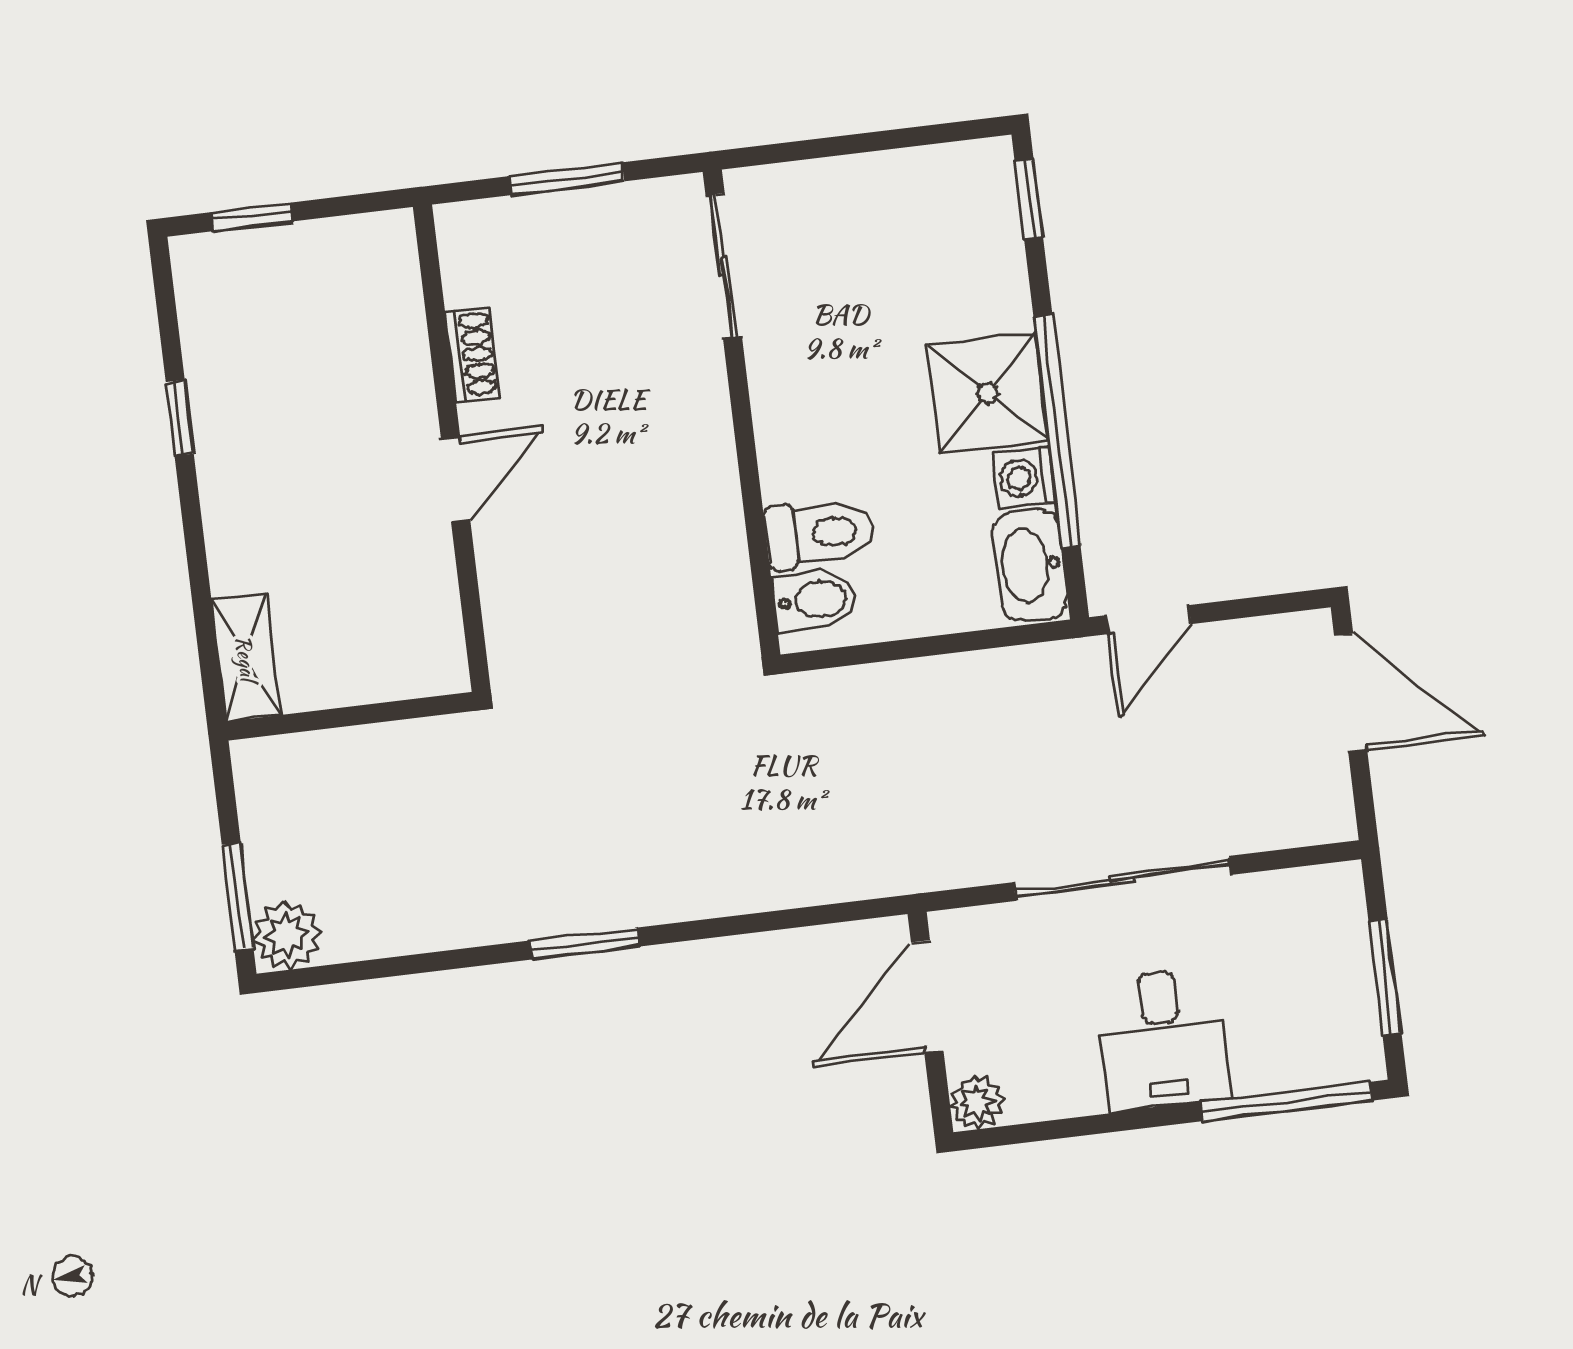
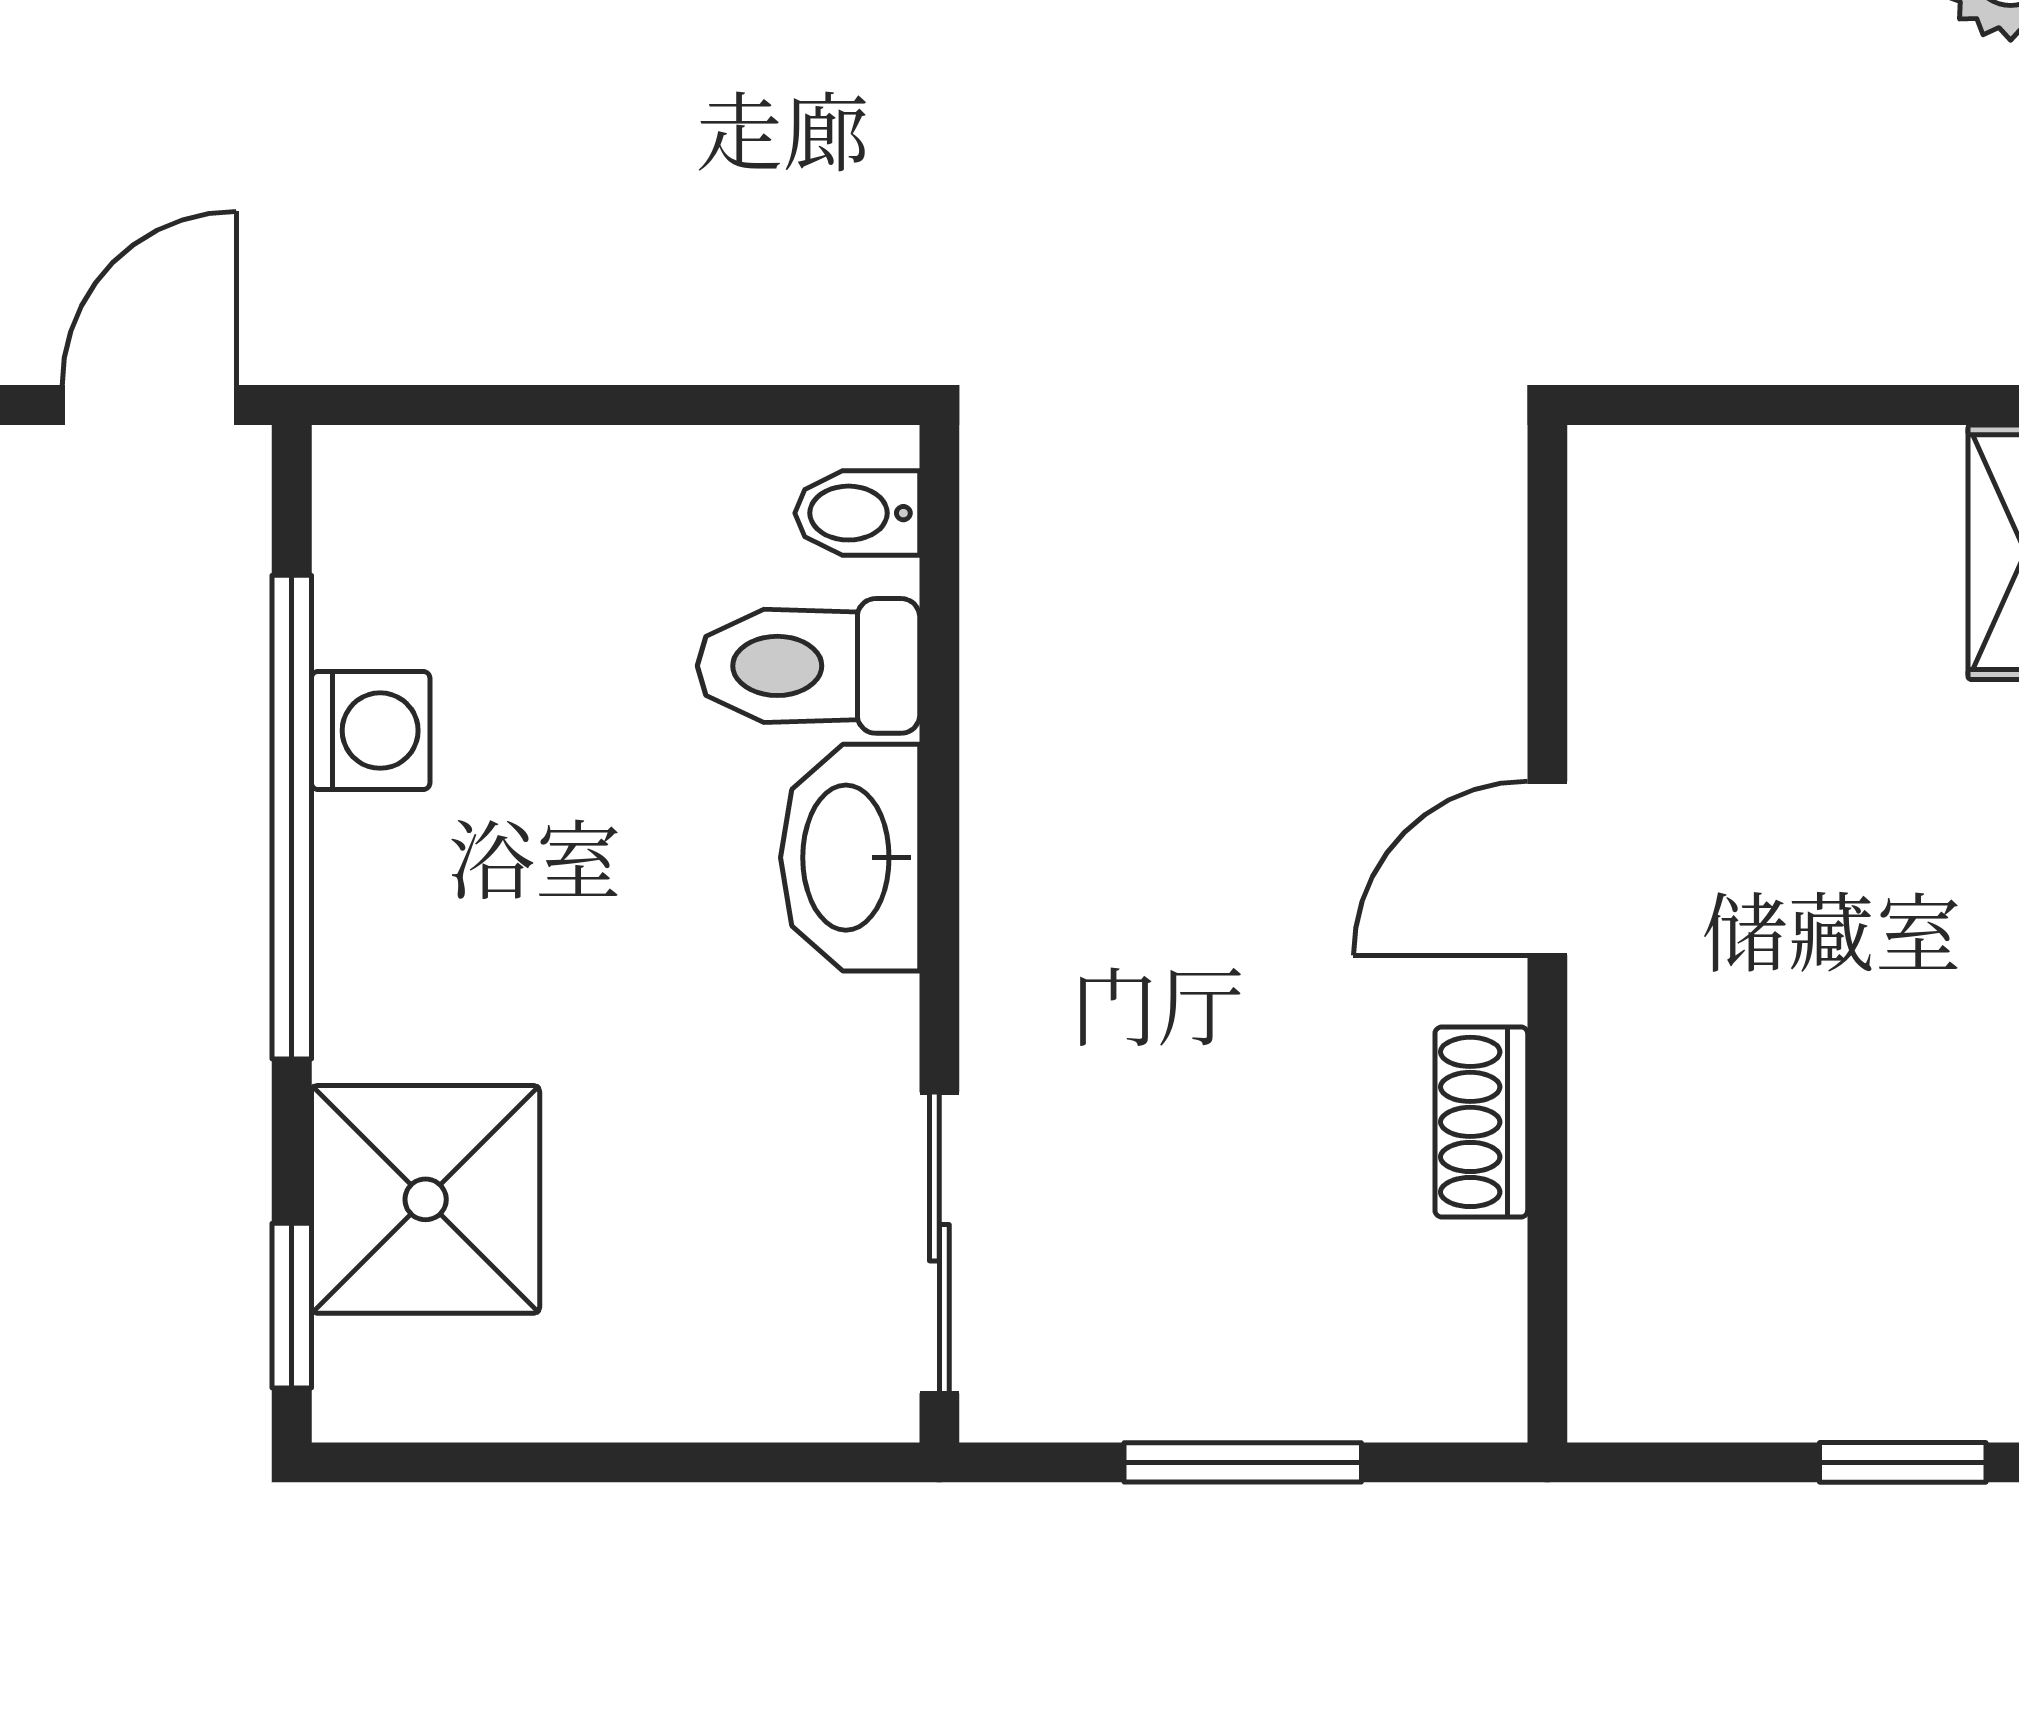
shower: (988, 393) -> (426, 1199), moved
washbasin: (1030, 565) -> (850, 858), moved, turned 180
bidet: (815, 600) -> (857, 513), width x0.72, depth x0.74

